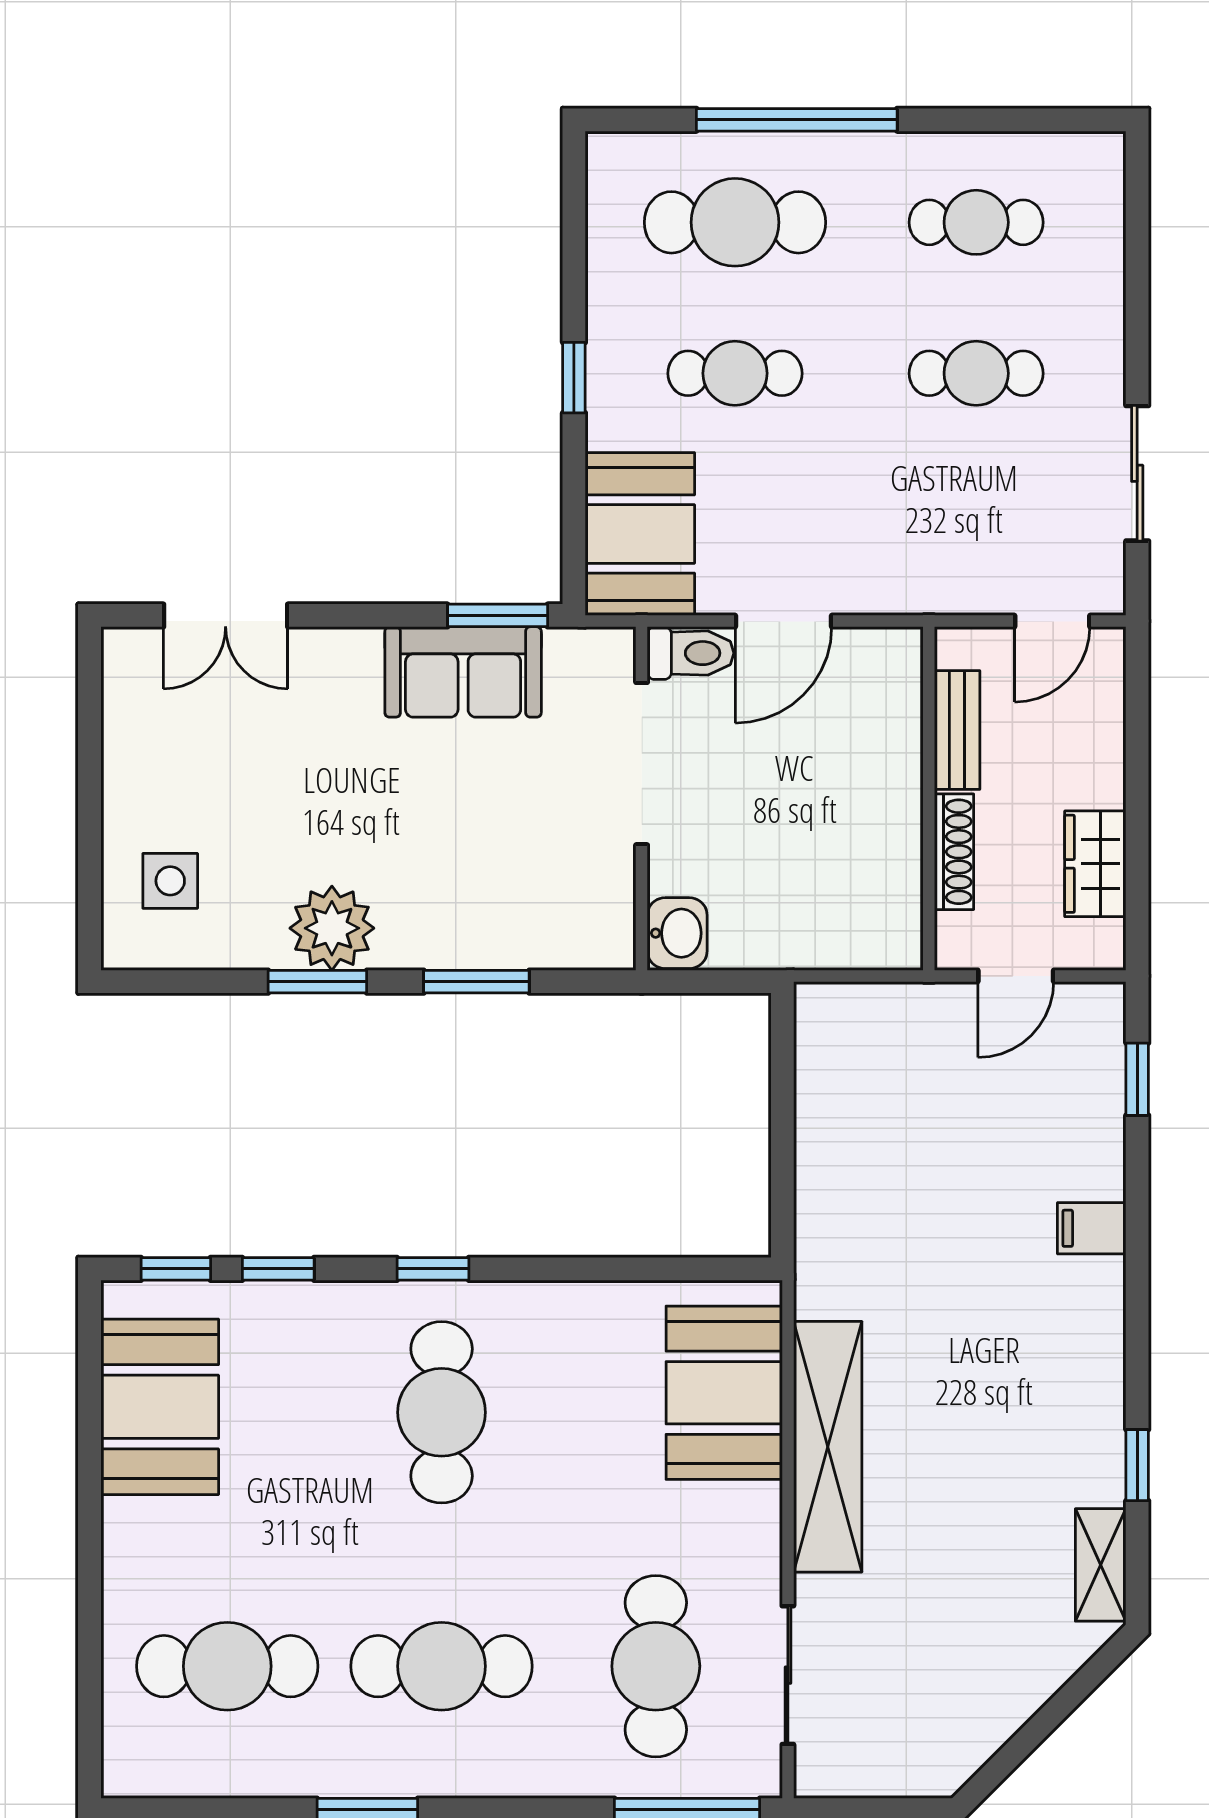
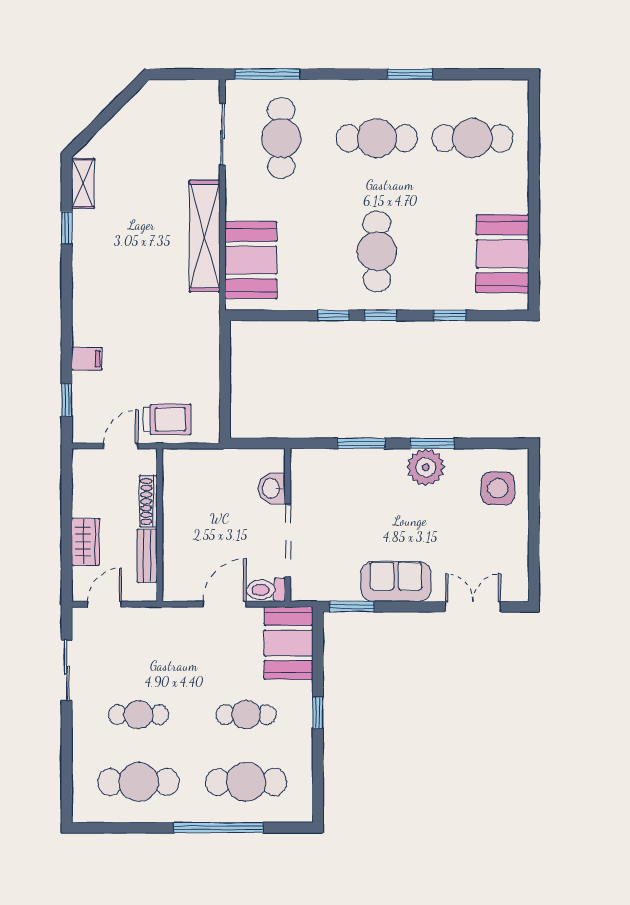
cafe table: (976, 222) -> (138, 782), width x1.37, depth x1.35
sofa: (463, 672) -> (396, 581), moved
wardrobe: (1095, 864) -> (85, 542), moved
side table: (170, 881) -> (498, 488), width x1.37, depth x1.37
washbasin: (677, 933) -> (272, 488), moved
trolley: (912, 1035) -> (167, 419), added
filing cabinet: (1092, 1228) -> (87, 359), moved
window: (176, 1269) -> (334, 315), moved

